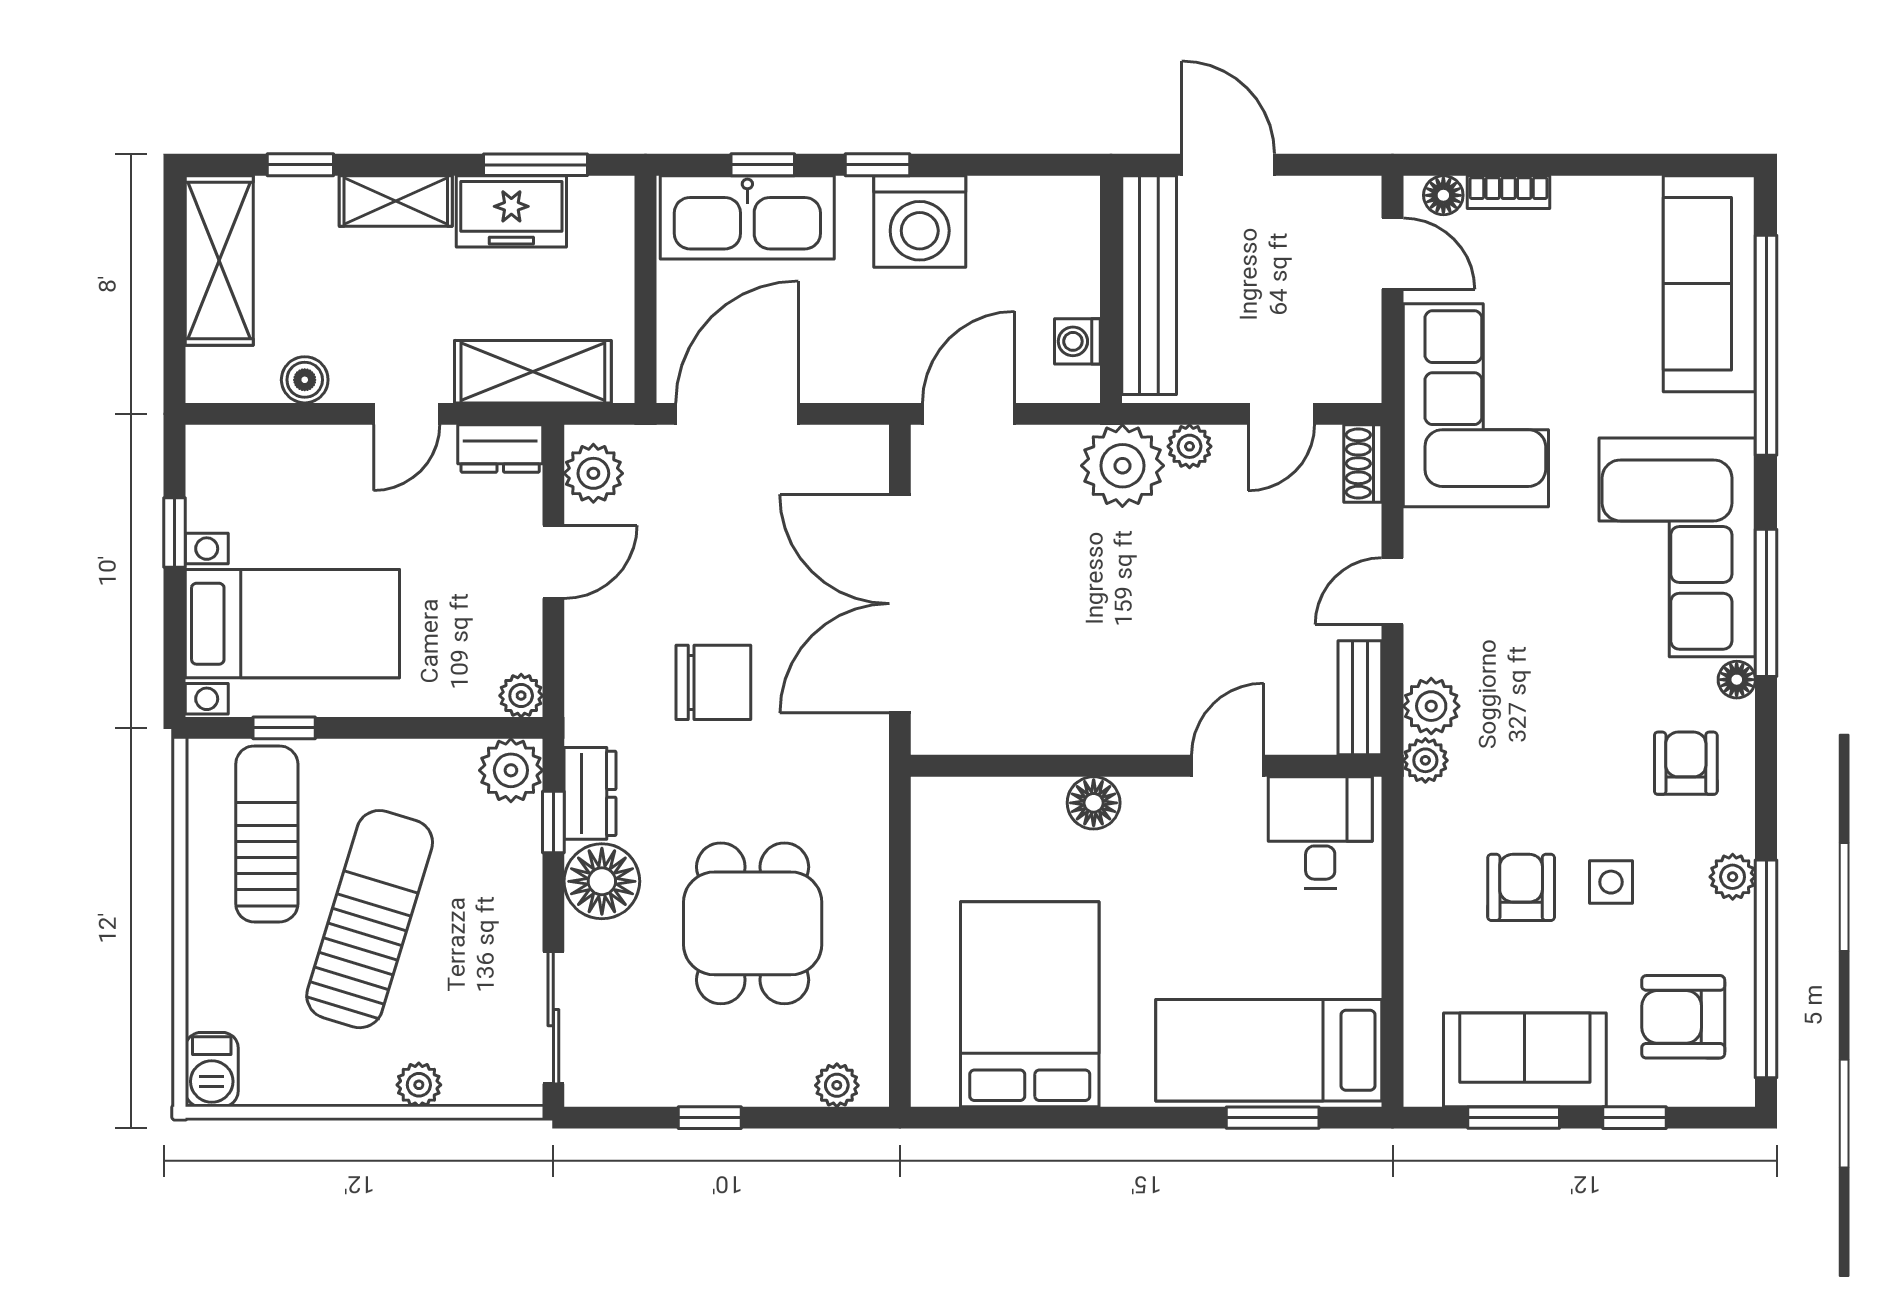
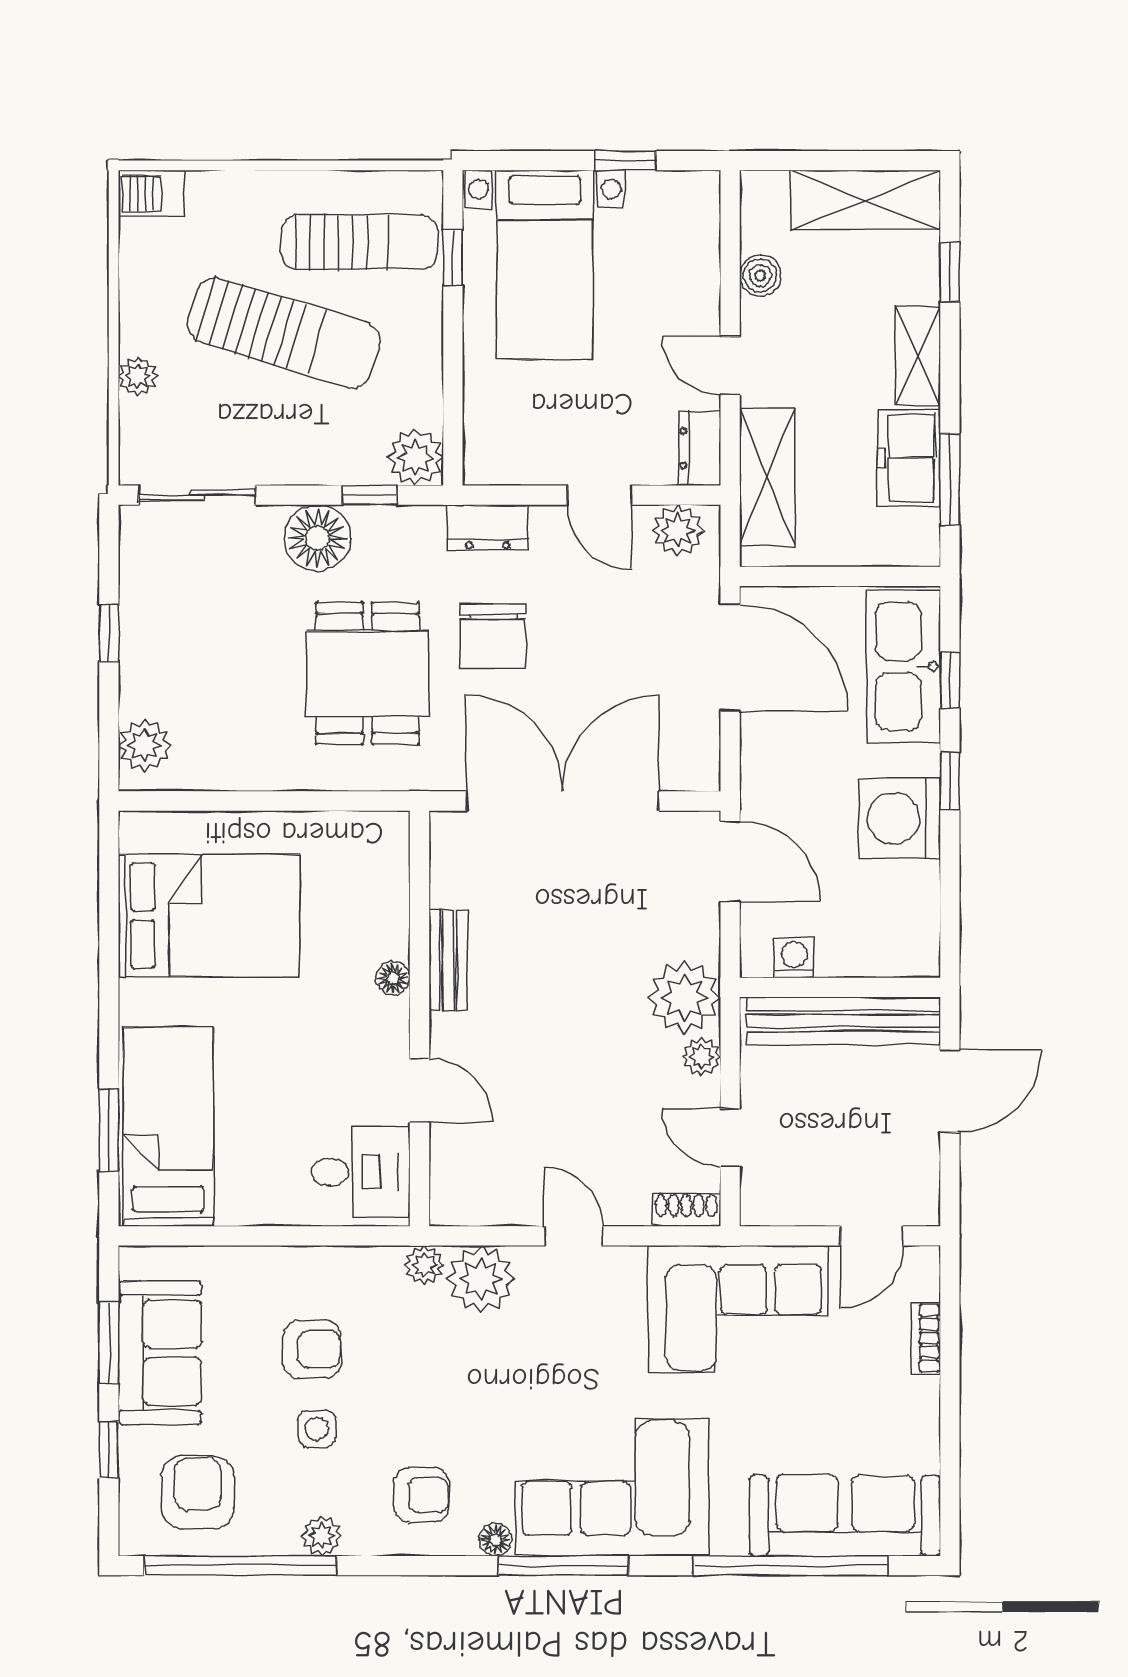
floor lamp: (1443, 195) -> (923, 1281), removed
plant: (521, 696) -> (481, 467), removed
bench: (1360, 698) -> (448, 960), moved, turned 90
plant: (1431, 706) -> (481, 1279), width x1.36, depth x1.36
dresser: (590, 793) -> (488, 527), moved
floor lamp: (1094, 803) -> (393, 978), width x0.73, depth x0.73
dining table: (753, 923) -> (368, 673), moved, turned 90
plant: (837, 1085) -> (145, 745), width x1.38, depth x1.38

